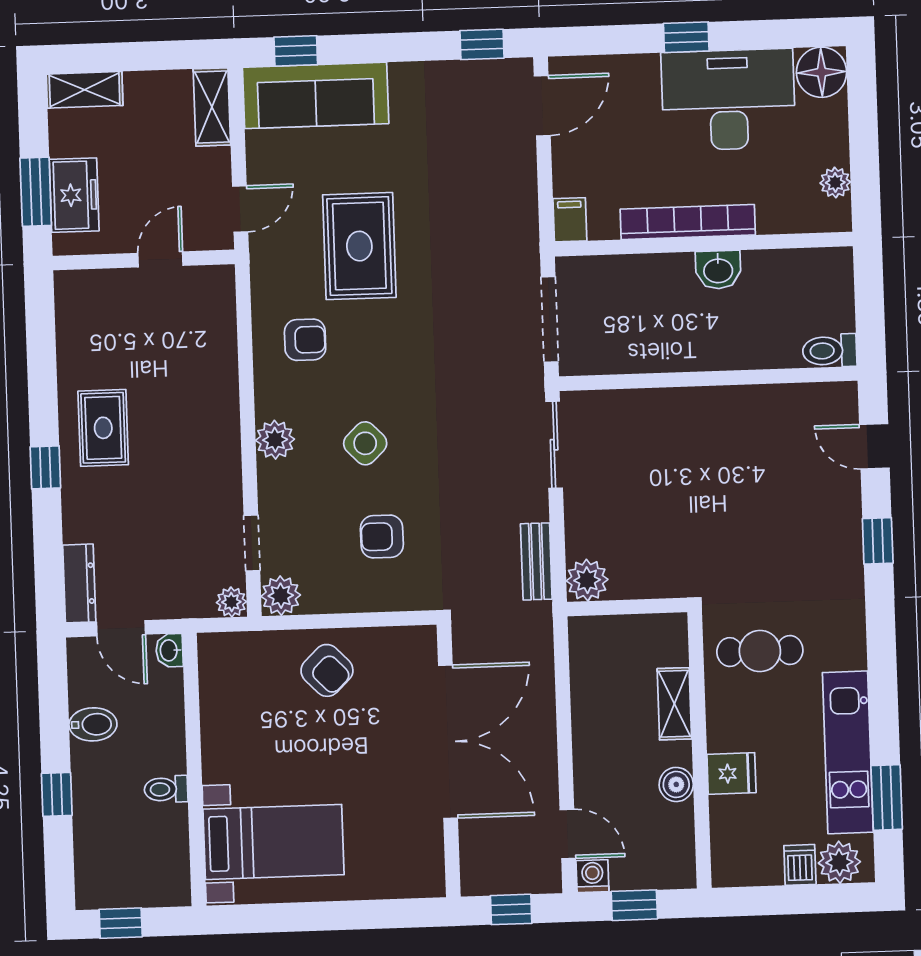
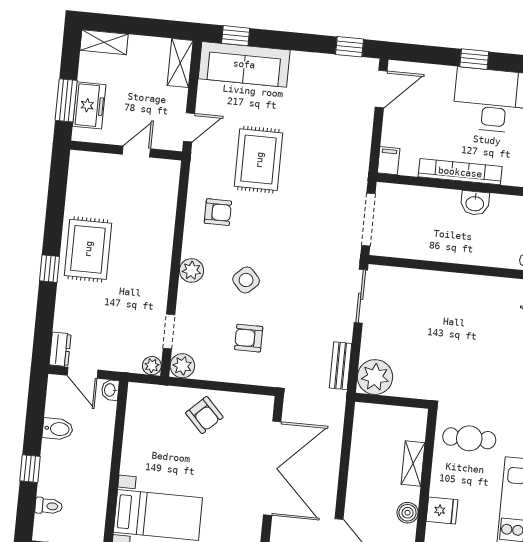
rug: (103, 428) -> (88, 249), width x1.36, depth x1.43
plant: (587, 580) -> (375, 377), width x1.36, depth x1.36
dresser: (79, 583) -> (60, 349), width x0.70
toilet: (166, 789) -> (49, 506), moved, turned 180

